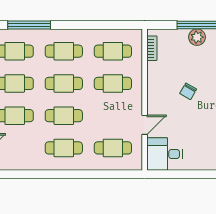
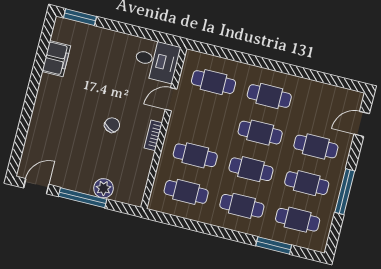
window: (29, 25) -> (274, 245), width x0.69
plant: (197, 37) -> (103, 188), moved
bookcase: (152, 48) -> (153, 135), moved

